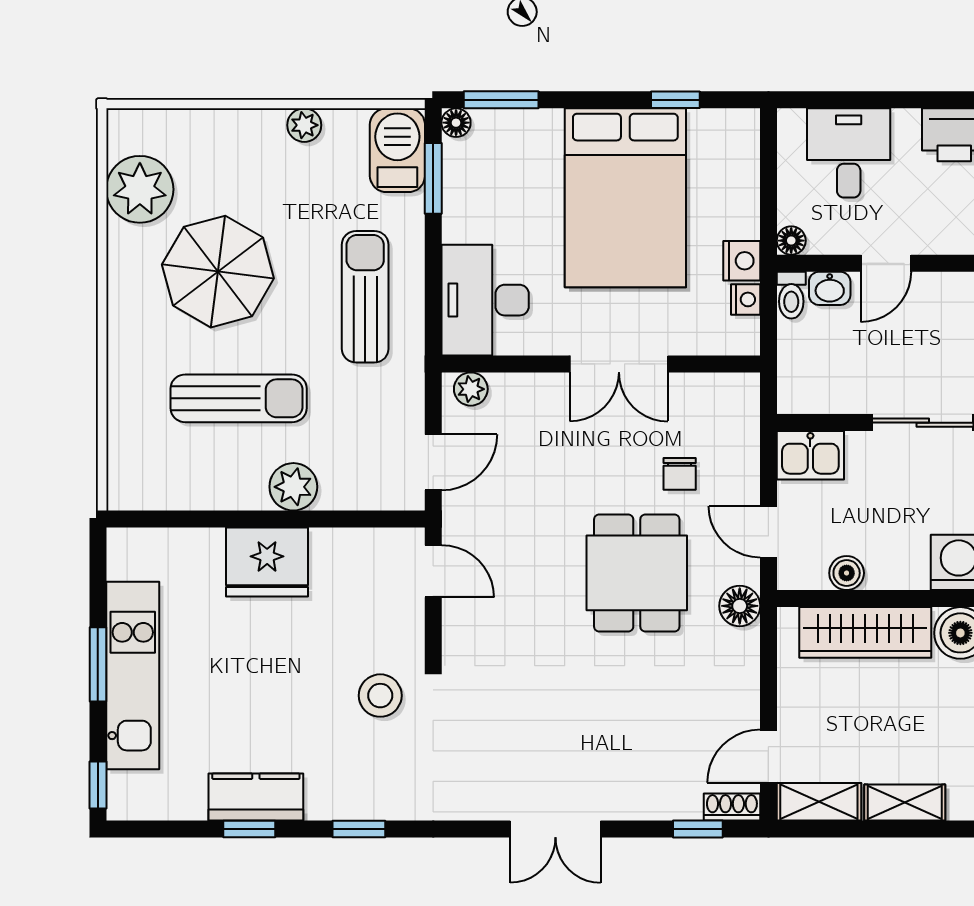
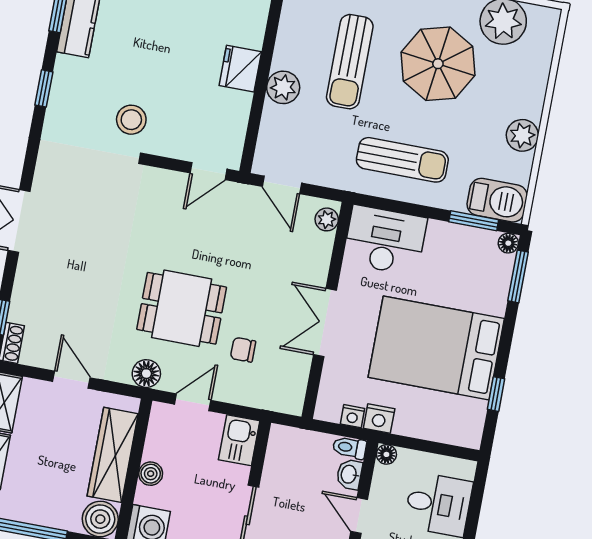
plant: (304, 125) -> (522, 135), width x1.38, depth x1.38
fridge: (267, 562) -> (240, 69), width x0.73, depth x0.75
boiler: (847, 573) -> (151, 474), moved
door: (768, 756) -> (71, 380), moved

